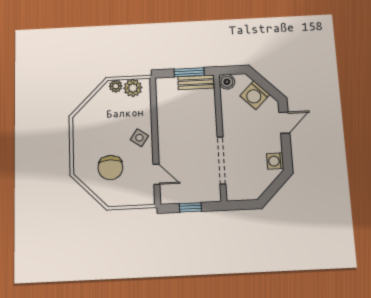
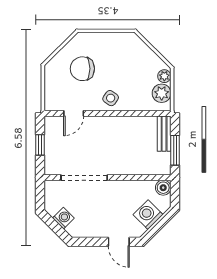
bench: (196, 82) -> (164, 134), moved
washing machine: (275, 161) -> (63, 218), moved, turned 45

